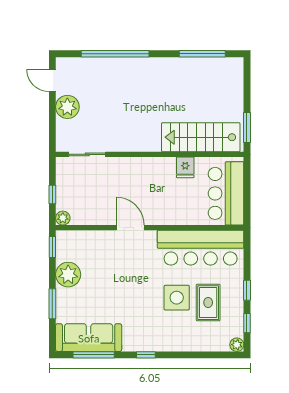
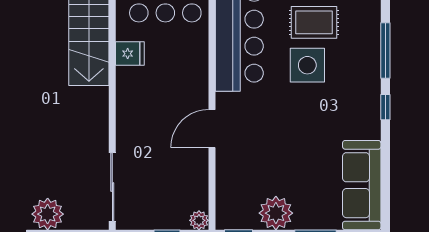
sliding door: (87, 154) -> (112, 187), width x1.37
window: (94, 355) -> (385, 51), moved

